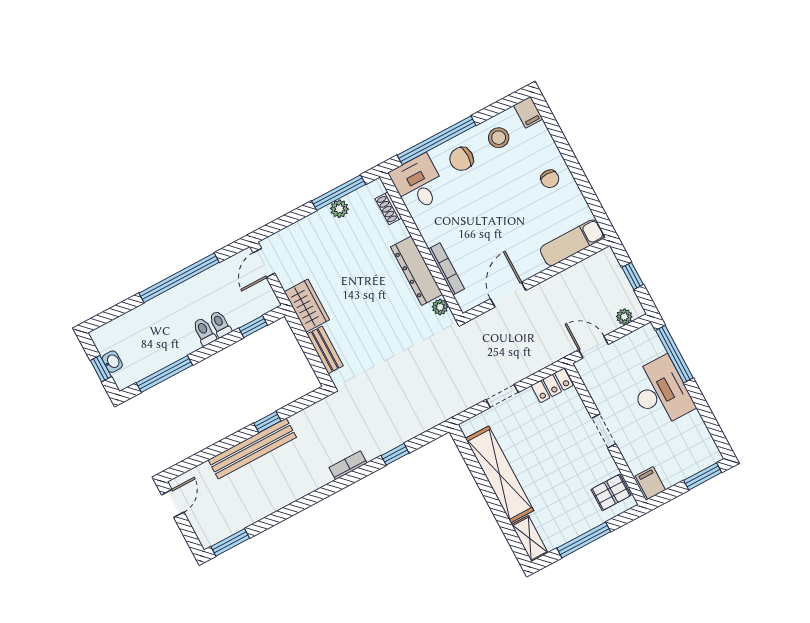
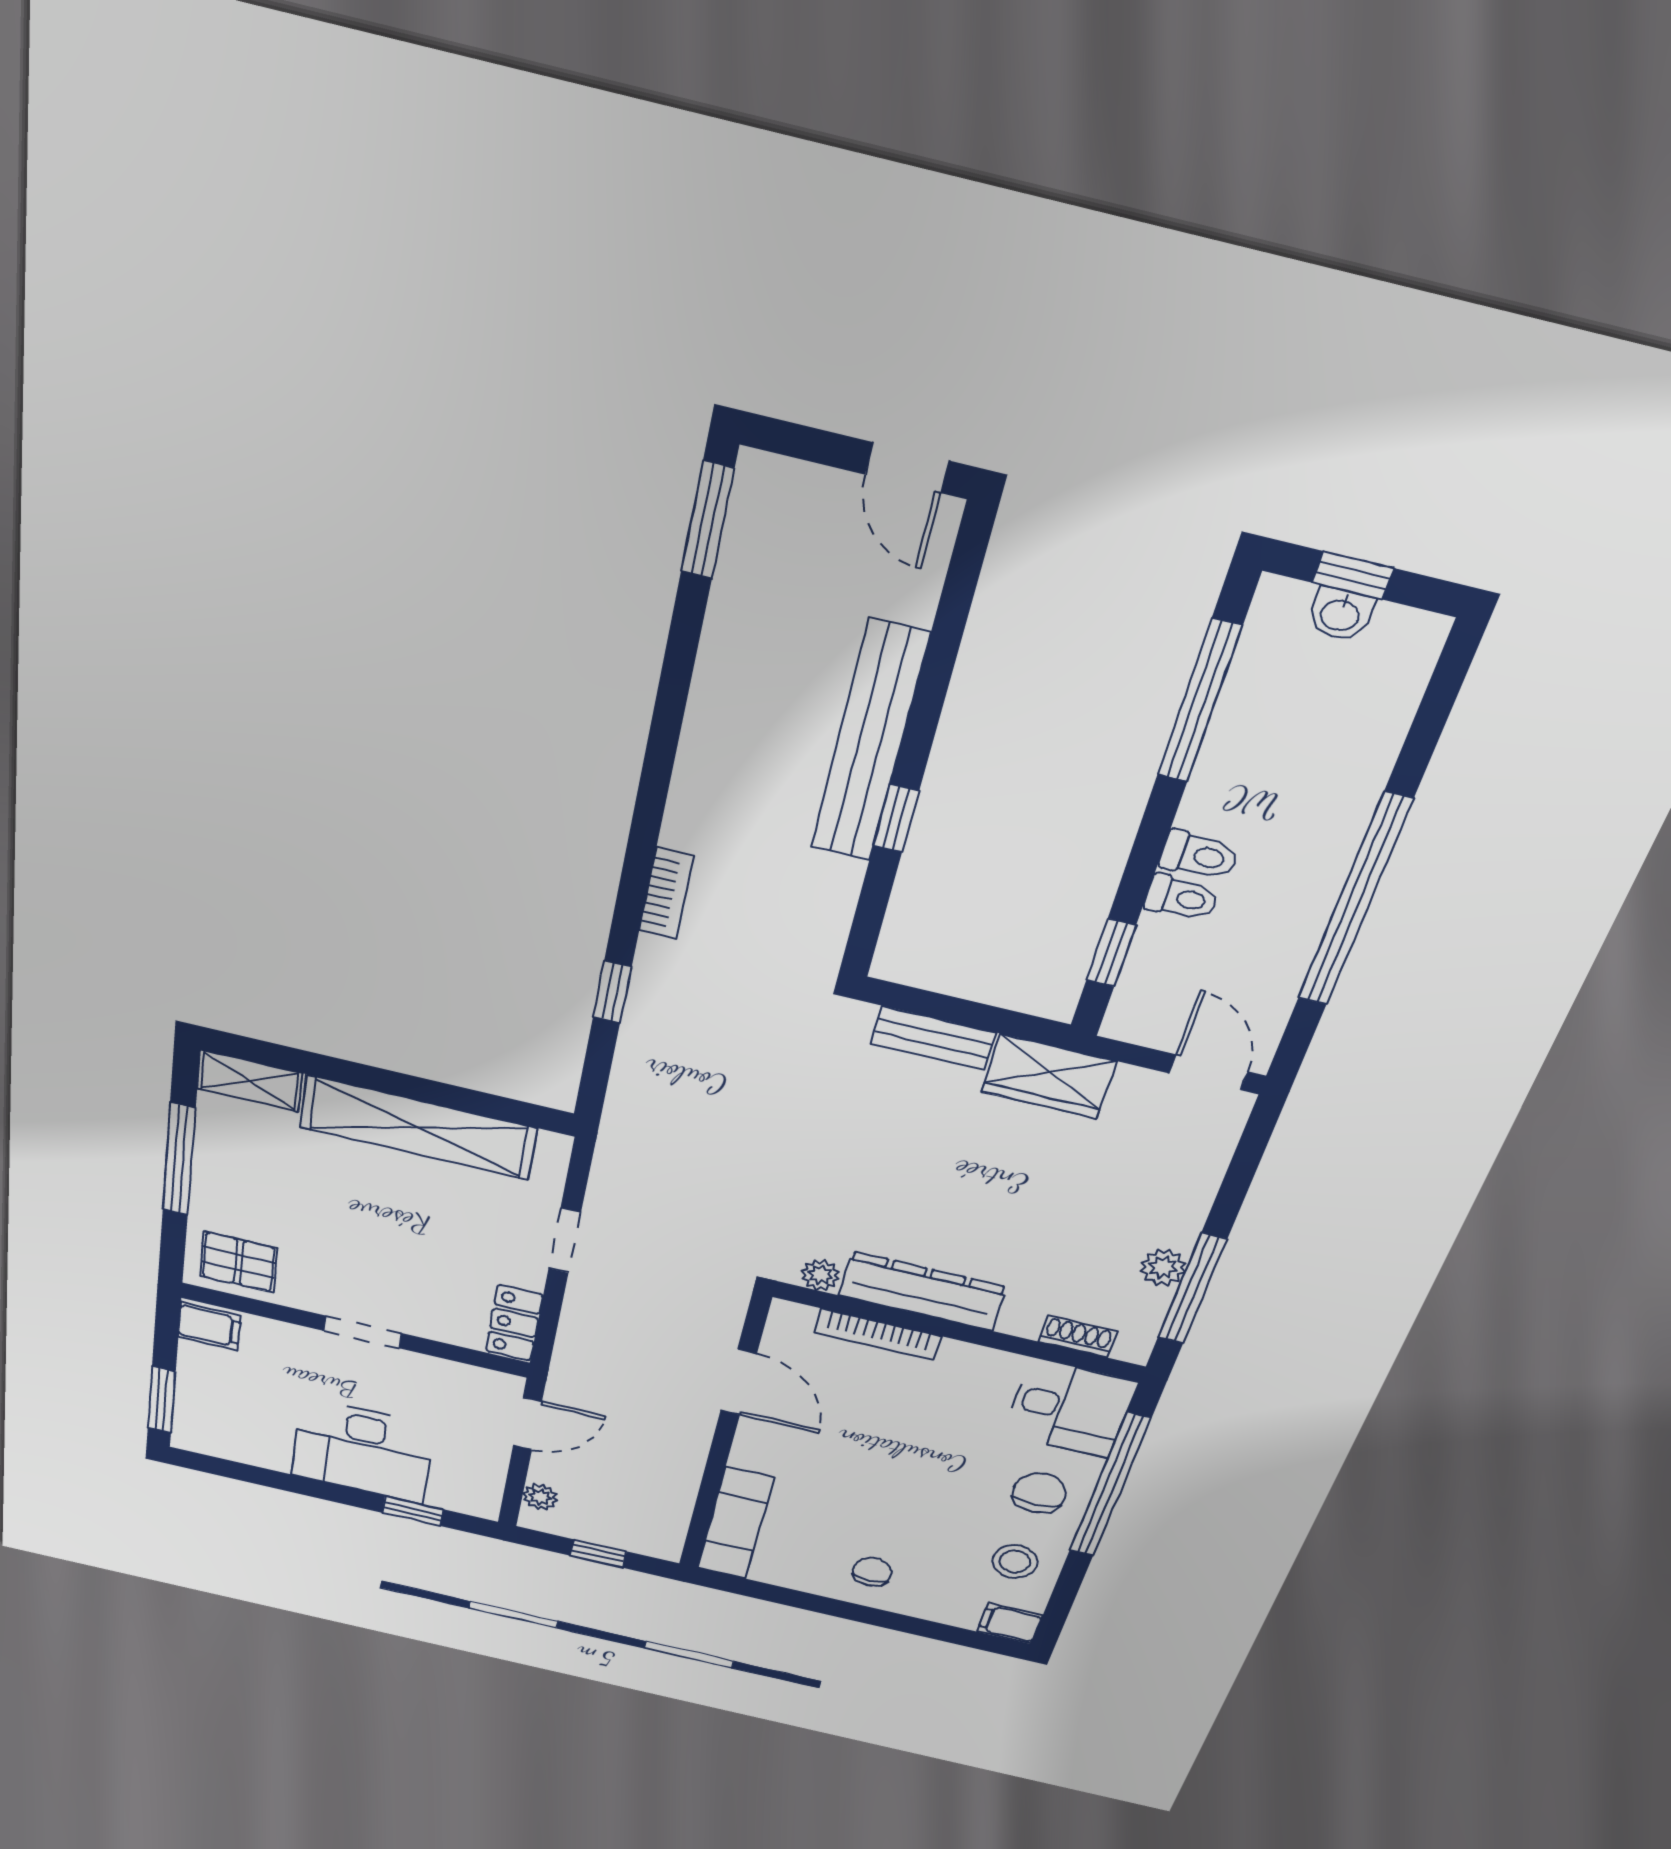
chair: (550, 179) -> (872, 1572), turned 90
window: (674, 354) -> (413, 1511), width x0.46
pallet: (611, 492) -> (239, 1262), turned 90

